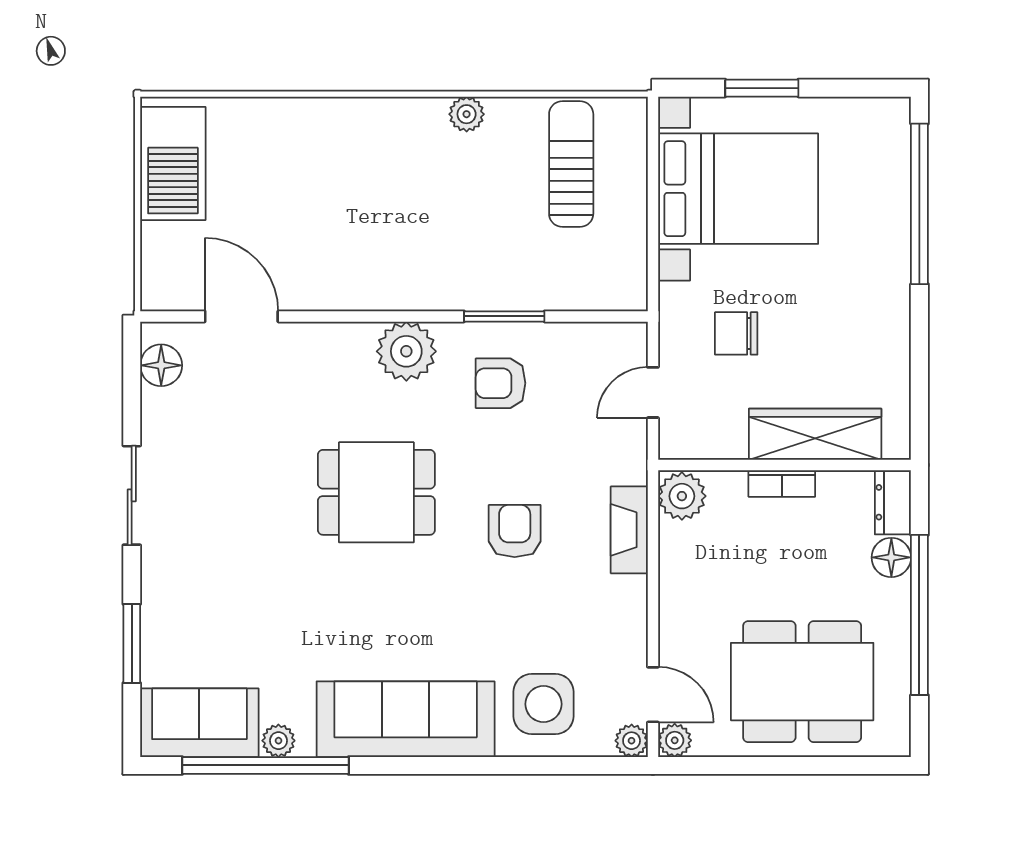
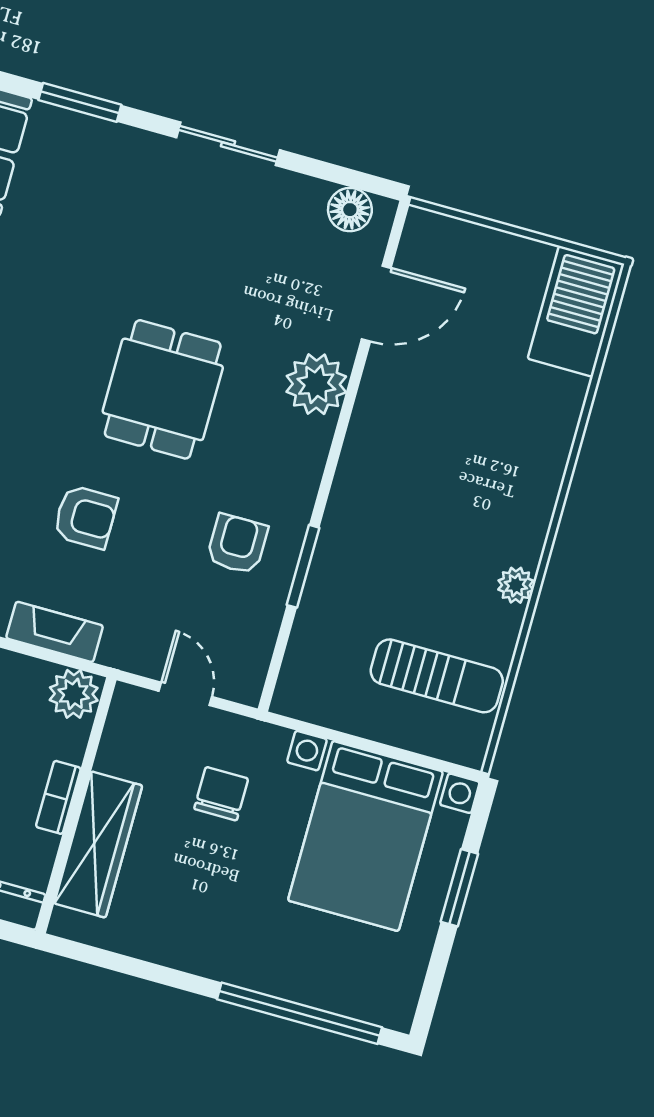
barbecue: (173, 164) -> (576, 311), moved, turned 90
plant: (406, 351) -> (316, 384), moved

